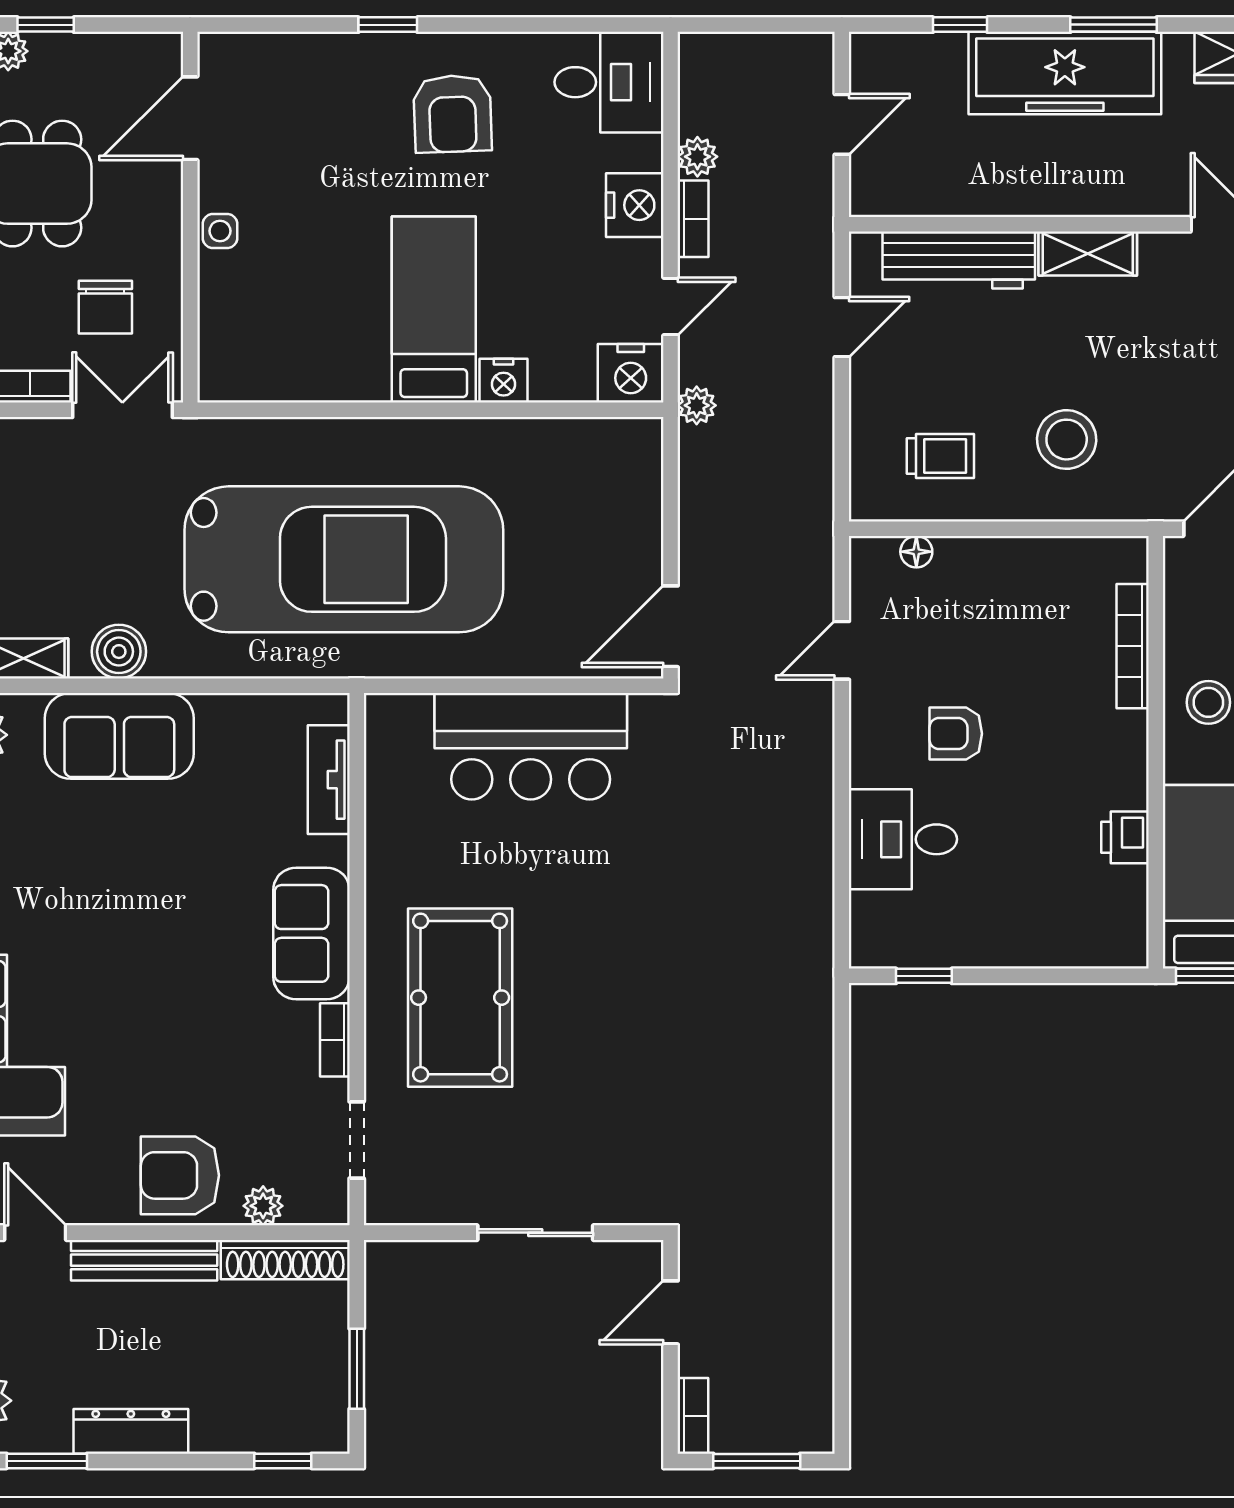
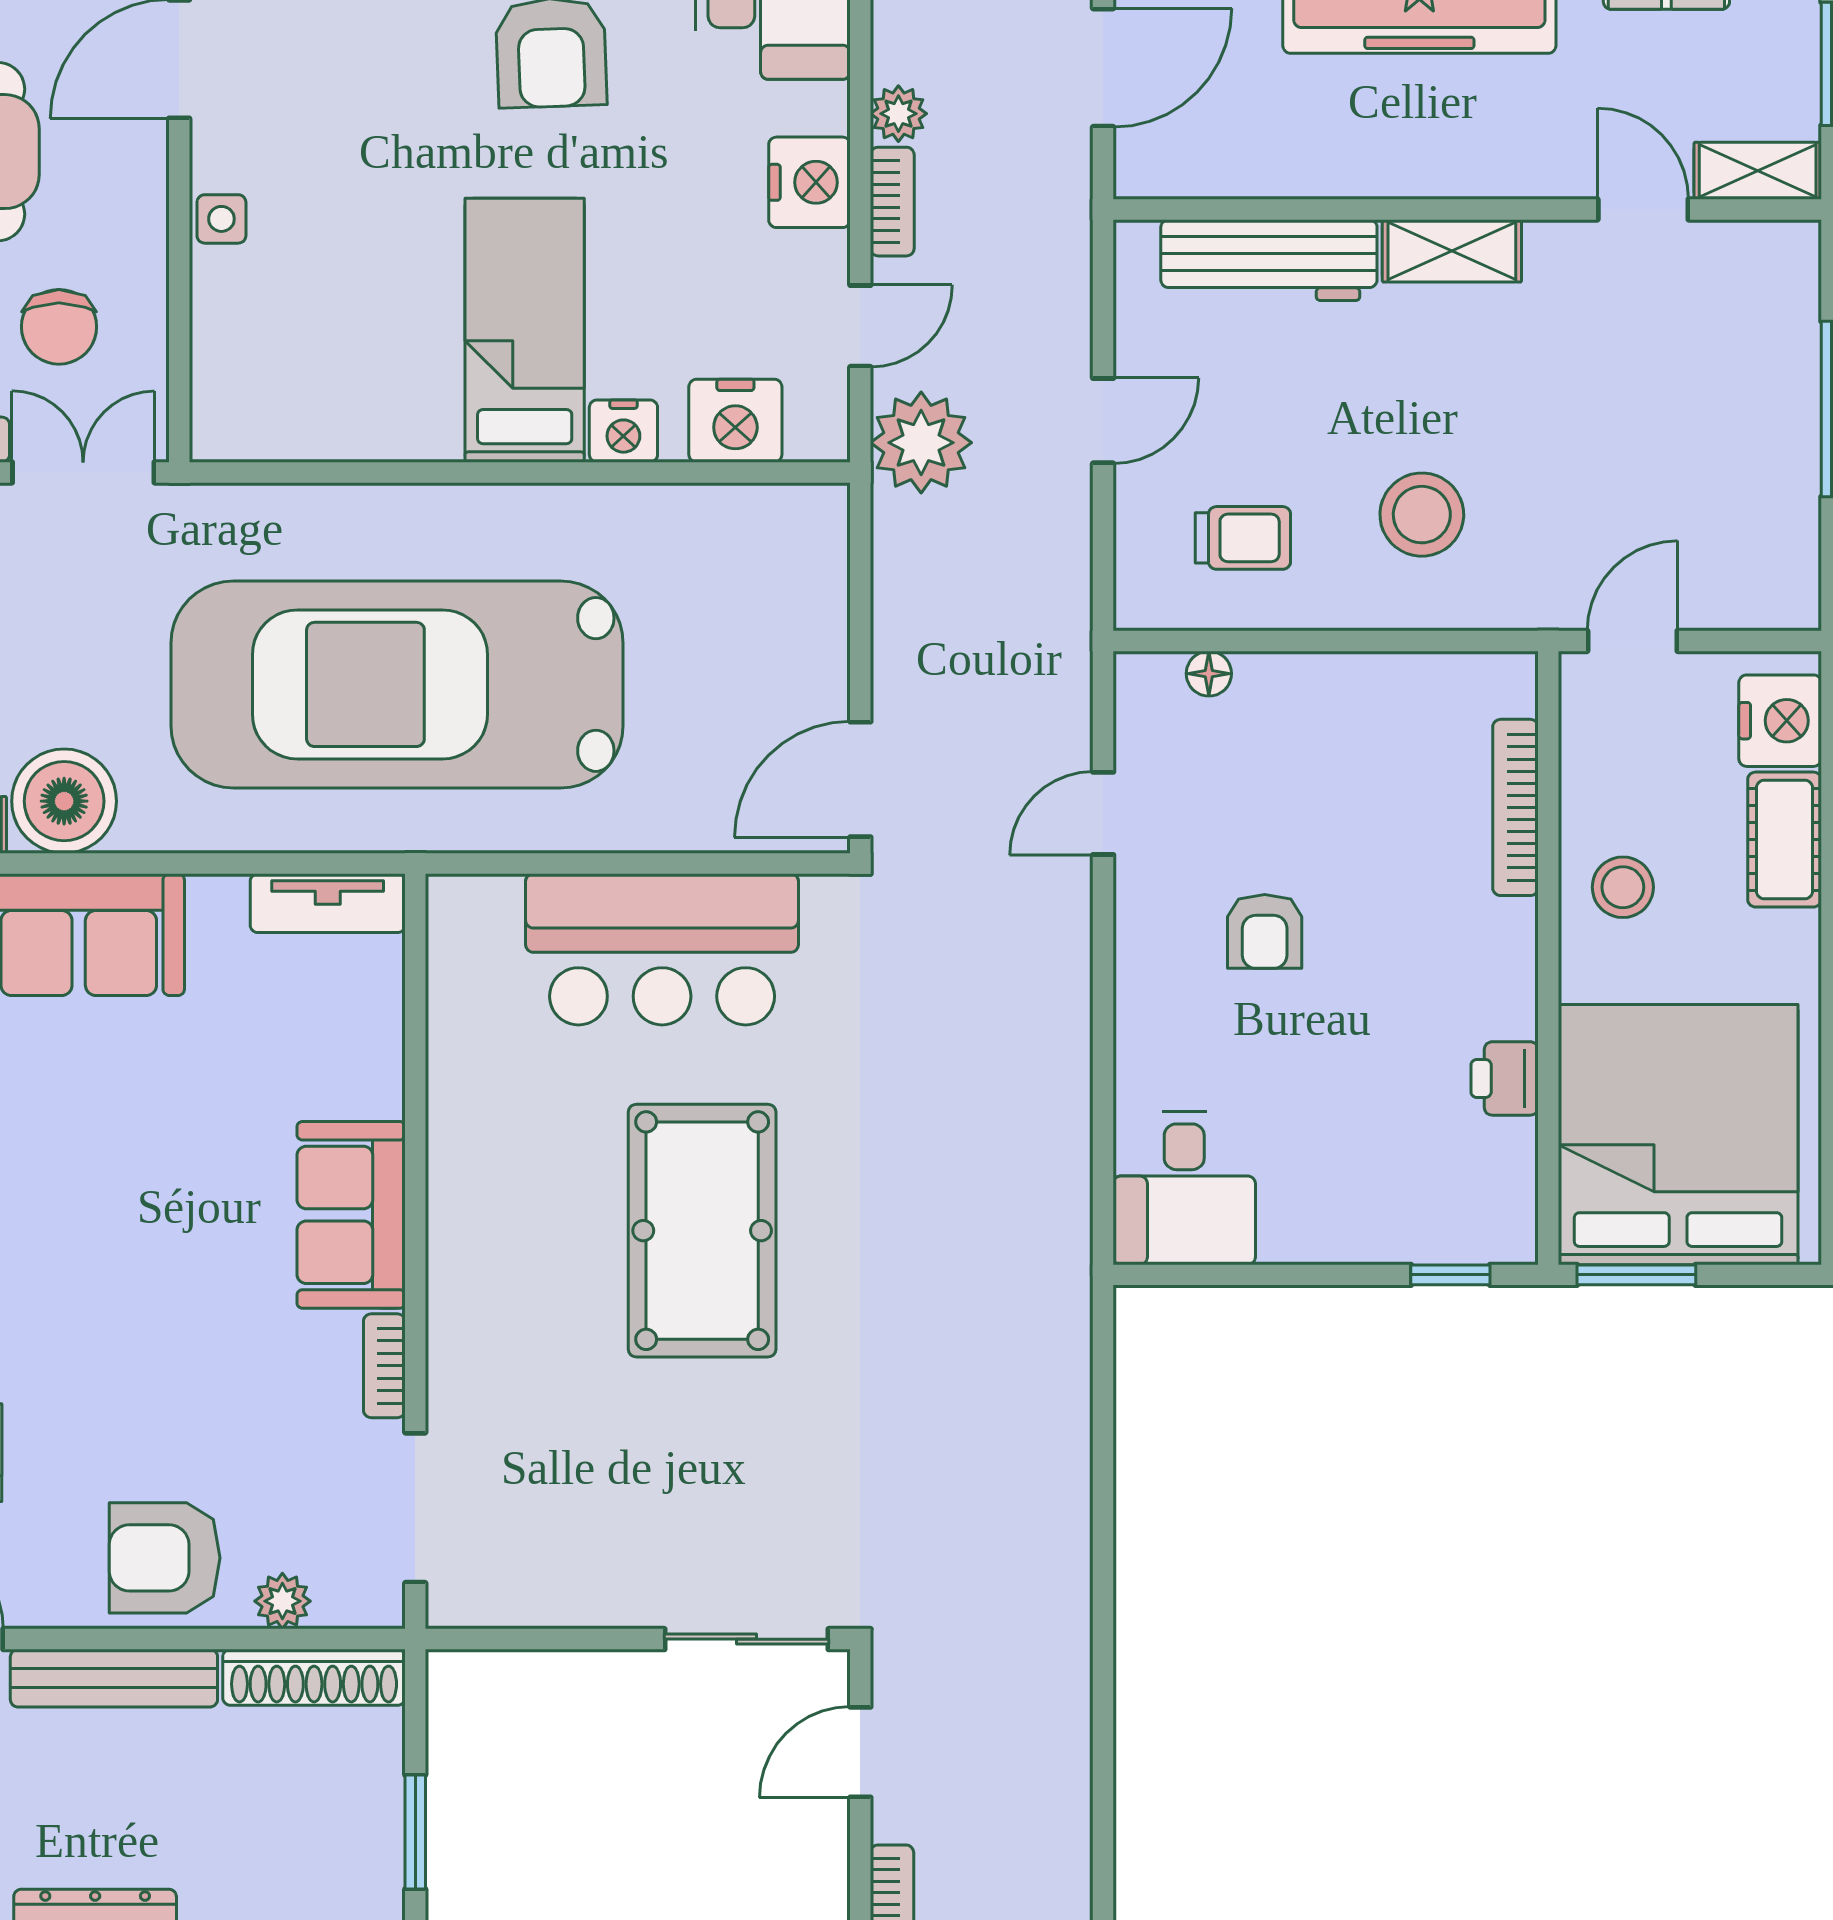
door: (842, 124) -> (1103, 68), width x1.38
door: (842, 327) -> (1103, 421), moved
nightstand: (631, 373) -> (735, 421), moved
plant: (697, 405) -> (921, 443), width x1.88, depth x1.88
car: (344, 559) -> (397, 684), turned 180
boiler: (119, 652) -> (64, 801), width x1.37, depth x1.37
armchair: (956, 734) -> (1265, 931), turned -90
tv unit: (329, 780) -> (328, 903), moved, turned -90
desk: (903, 839) -> (1184, 1188), moved, turned -90
window: (924, 976) -> (1450, 1275), moved
pool table: (460, 998) -> (702, 1231), moved
doorway: (357, 1140) -> (415, 1508), width x1.38
sliding door: (535, 1233) -> (747, 1639), moved

